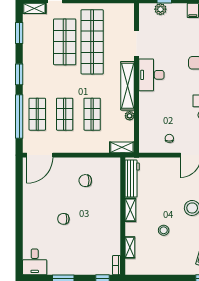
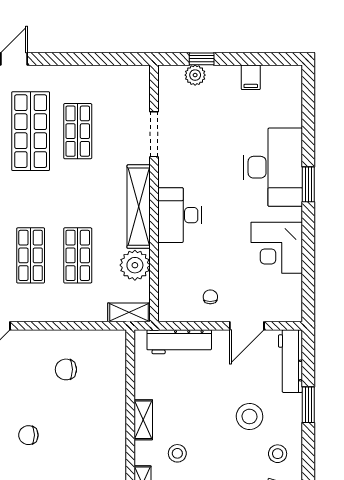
shop shelf: (92, 42) -> (78, 131), width x0.50, depth x0.74
desk: (151, 75) -> (180, 215), moved
plant: (130, 116) -> (135, 265), width x1.87, depth x1.87
workbench: (132, 178) -> (179, 342), moved, turned 90
stool: (164, 230) -> (177, 453), moved

